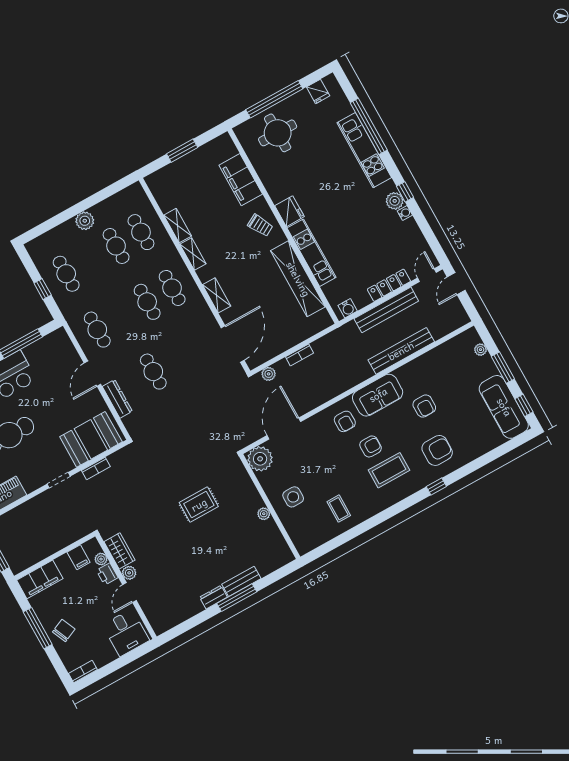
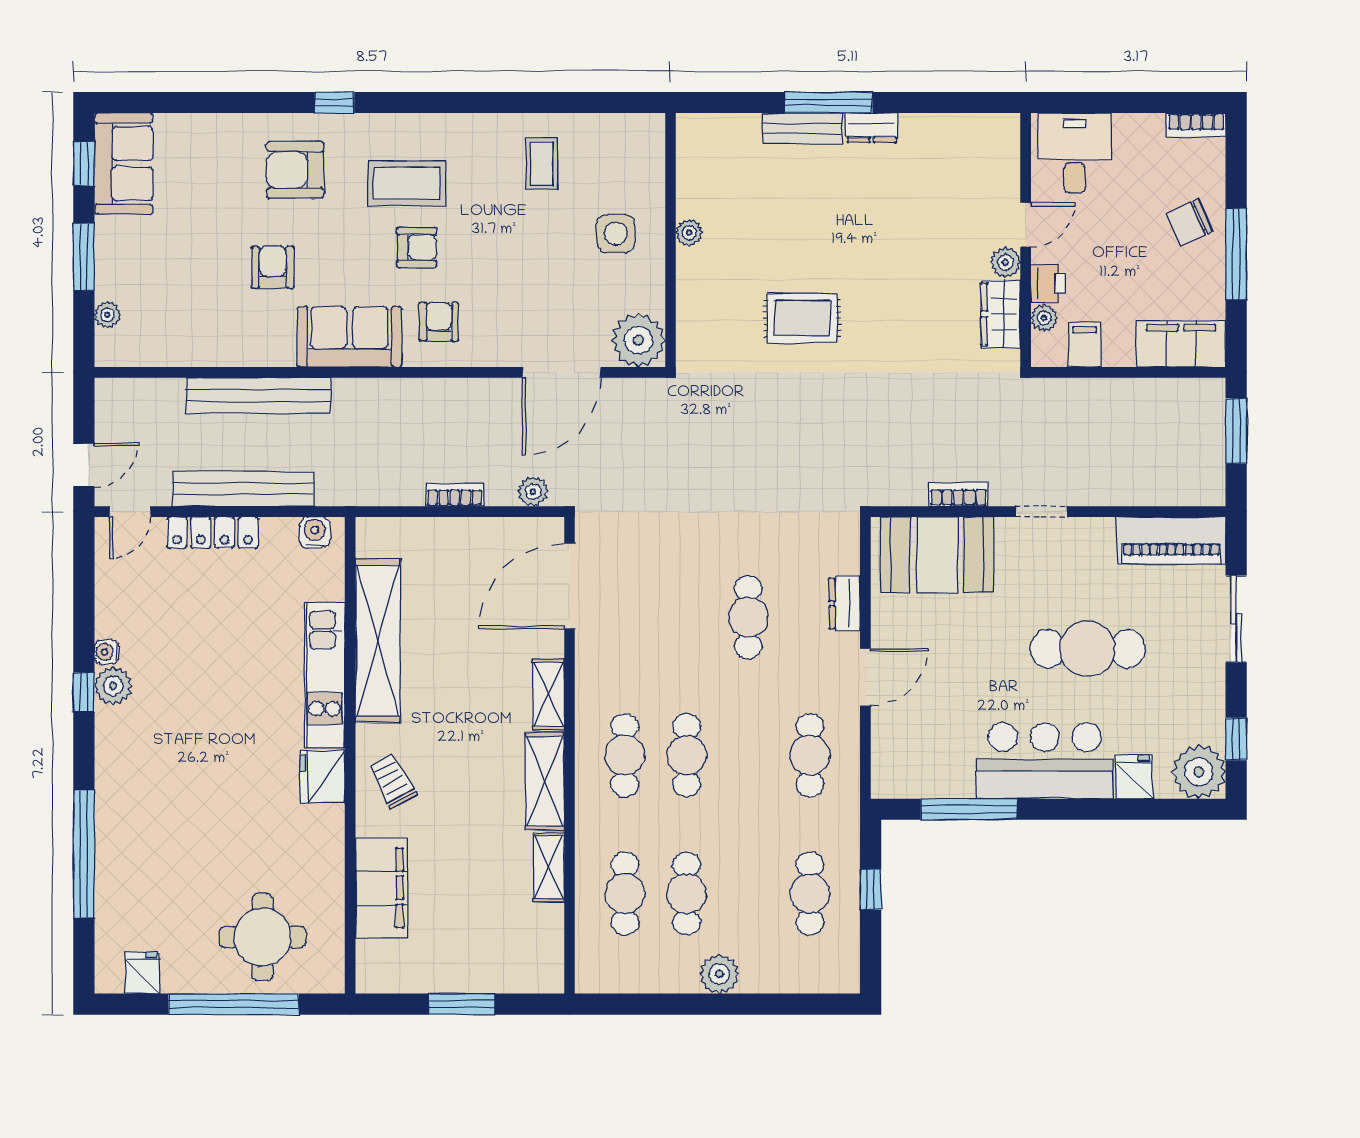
kitchen unit: (364, 150) -> (117, 814), removed
shelving: (193, 254) -> (545, 781), width x1.50, depth x1.33
dresser: (117, 399) -> (845, 603), width x0.70
sofa: (504, 407) -> (124, 164), width x0.73
armchair: (371, 446) -> (417, 247), turned 180

